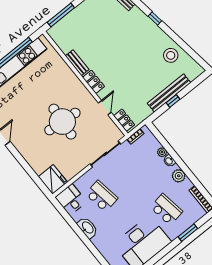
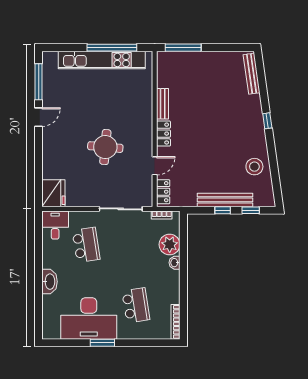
window: (191, 86) -> (251, 210), added
round table: (62, 122) -> (105, 147), width x0.73, depth x0.73
plant: (162, 152) -> (170, 244), width x1.88, depth x1.88
plant: (179, 176) -> (172, 284), removed
washbasin: (88, 228) -> (50, 282), moved
window: (188, 233) -> (102, 343), moved

